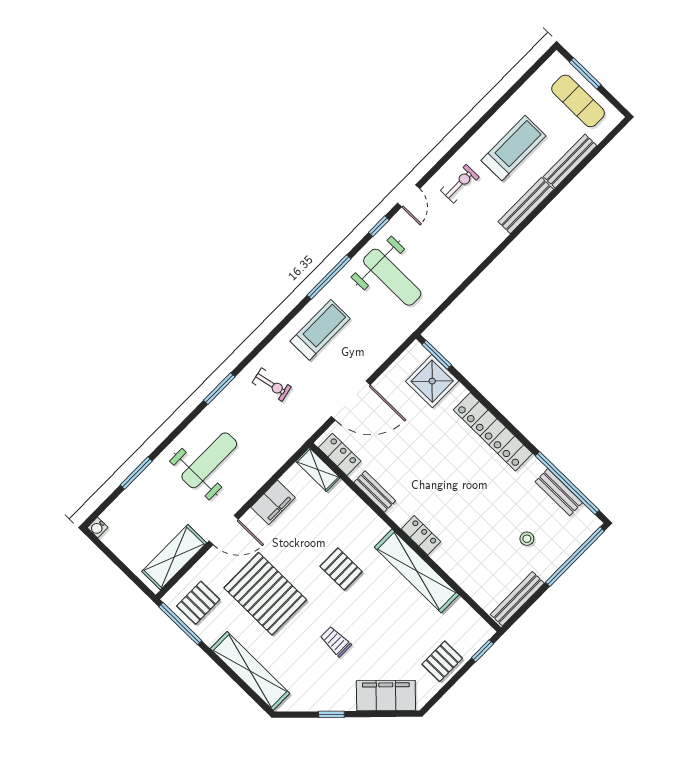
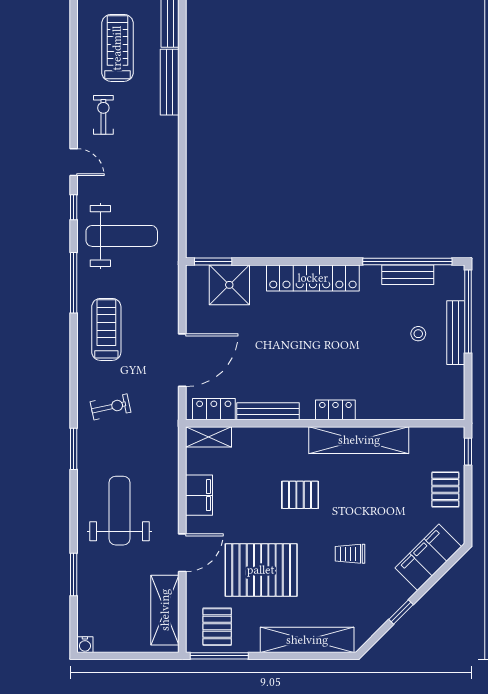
bench: (375, 492) -> (268, 411), width x1.36
bench: (517, 599) -> (456, 333), moved

